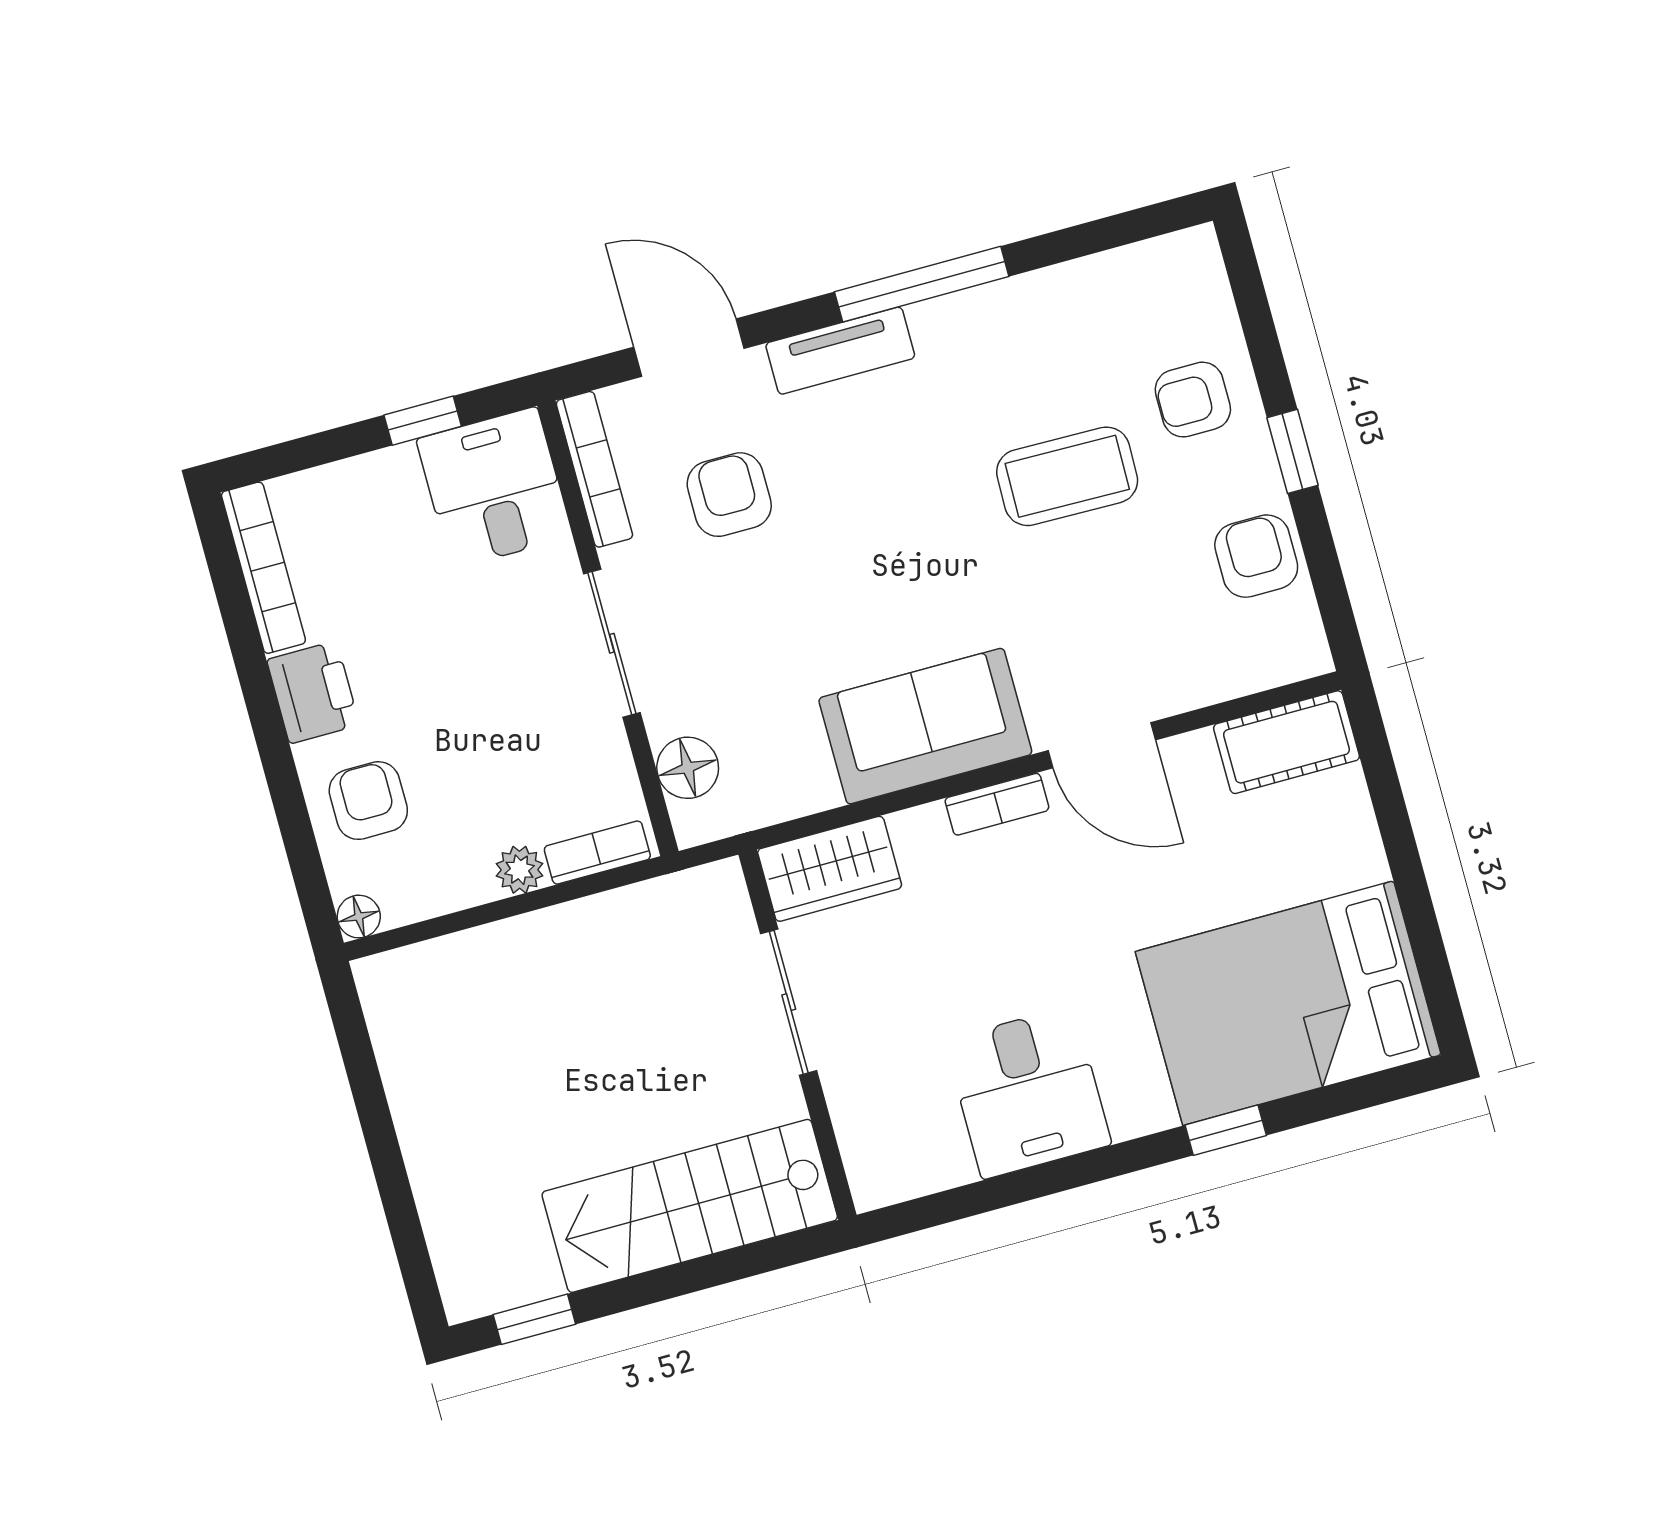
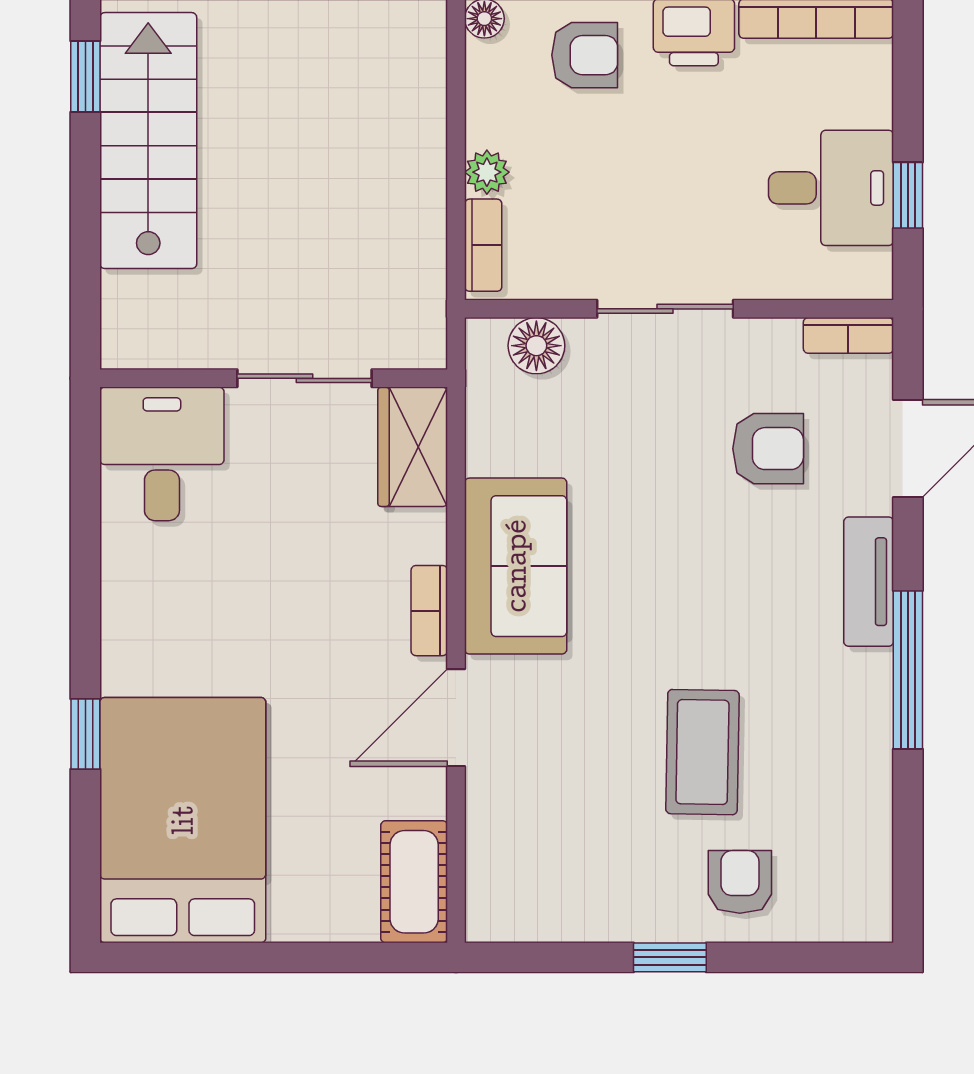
bookcase: (594, 469) -> (848, 335), width x0.64
desk: (494, 488) -> (831, 188), moved
armchair: (1256, 556) -> (586, 900), removed
desk: (1028, 1092) -> (162, 454), moved, turned 90
stairs: (690, 1206) -> (148, 141), moved

